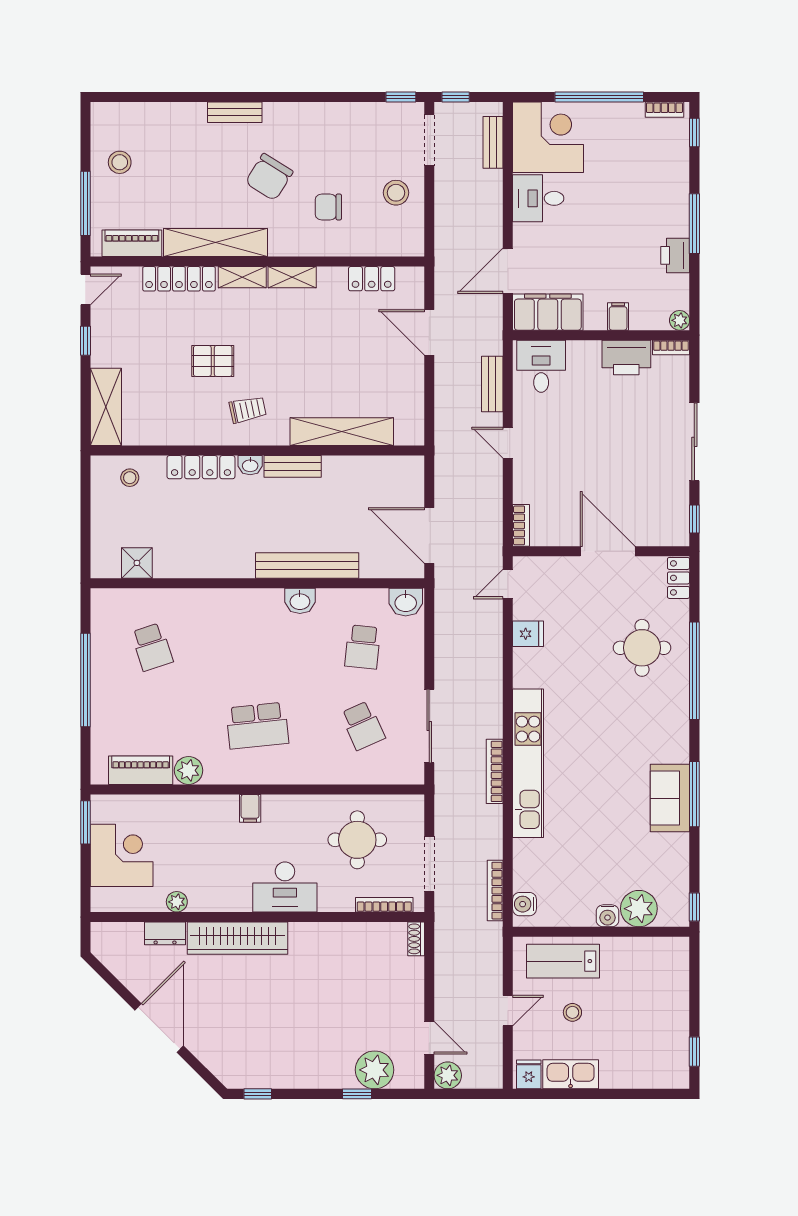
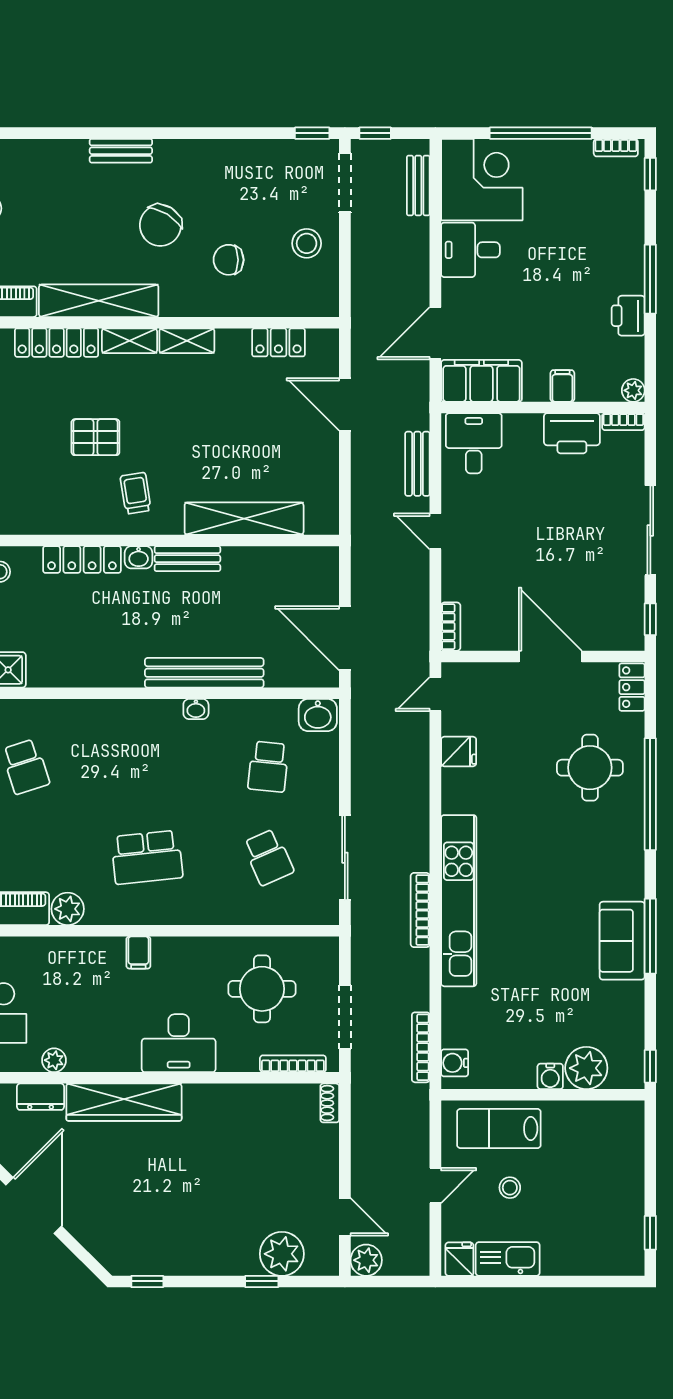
trolley: (248, 410) -> (136, 493), turned -87
washbasin: (300, 601) -> (196, 709), width x0.72, depth x0.69

